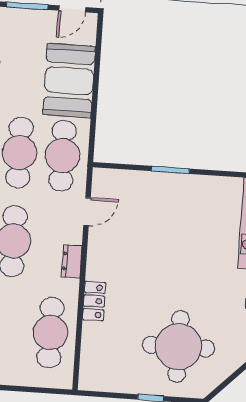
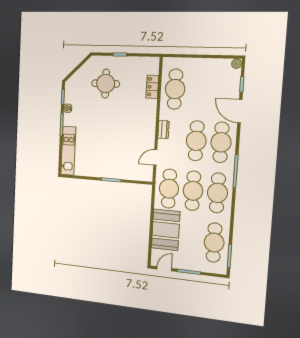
locker: (94, 301) -> (152, 87), moved
round table: (179, 347) -> (106, 84), width x0.73, depth x0.73

